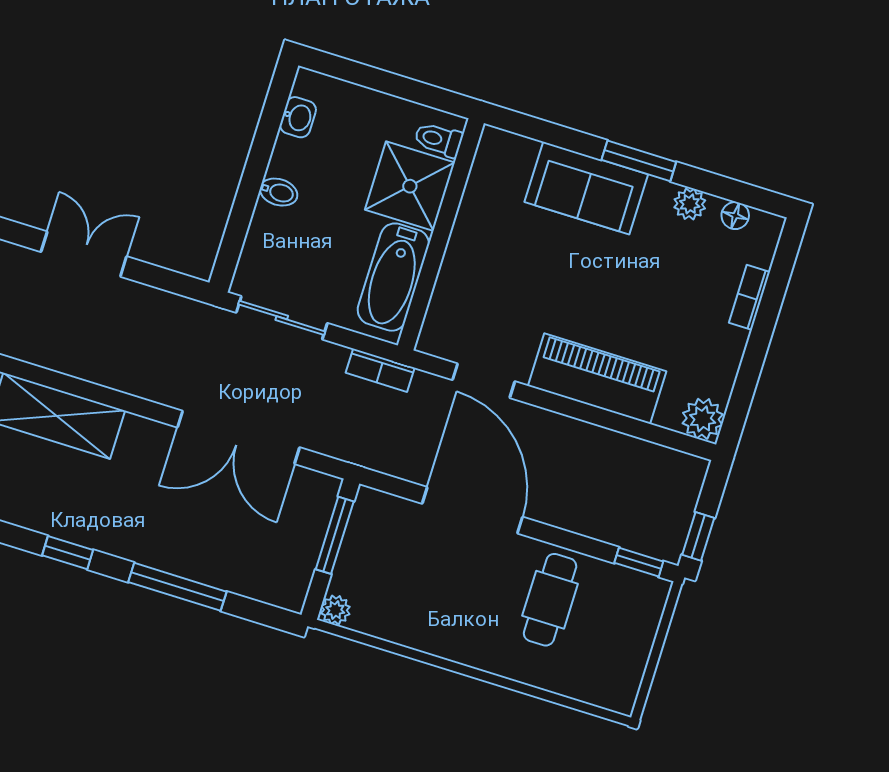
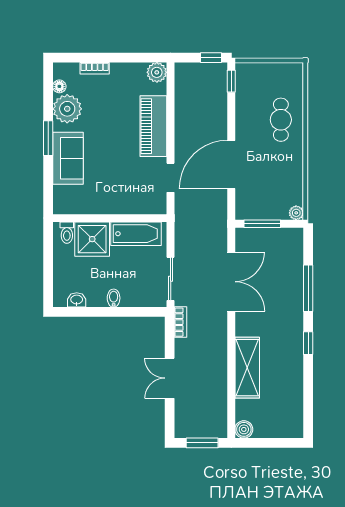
plant: (690, 204) -> (67, 109), width x1.88, depth x1.88
bookcase: (380, 370) -> (180, 322), moved
cafe table: (550, 600) -> (281, 120), moved, turned 90

